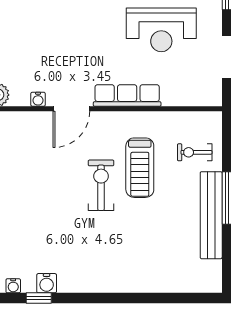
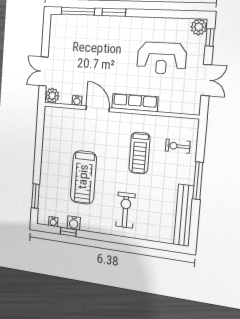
door: (71, 109) -> (98, 109), swing flipped
exercise bike: (101, 185) -> (125, 210), moved
treadmill: (57, 213) -> (83, 177), added
bench: (211, 215) -> (184, 215), moved

